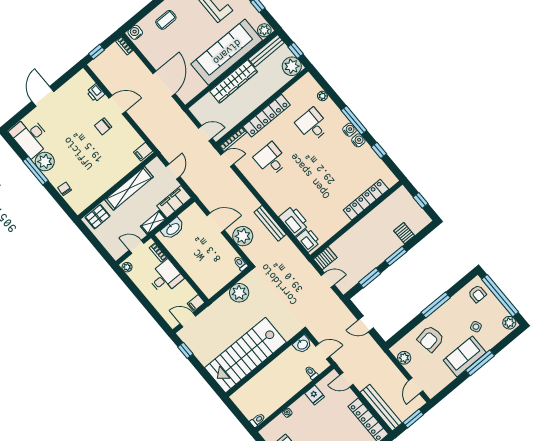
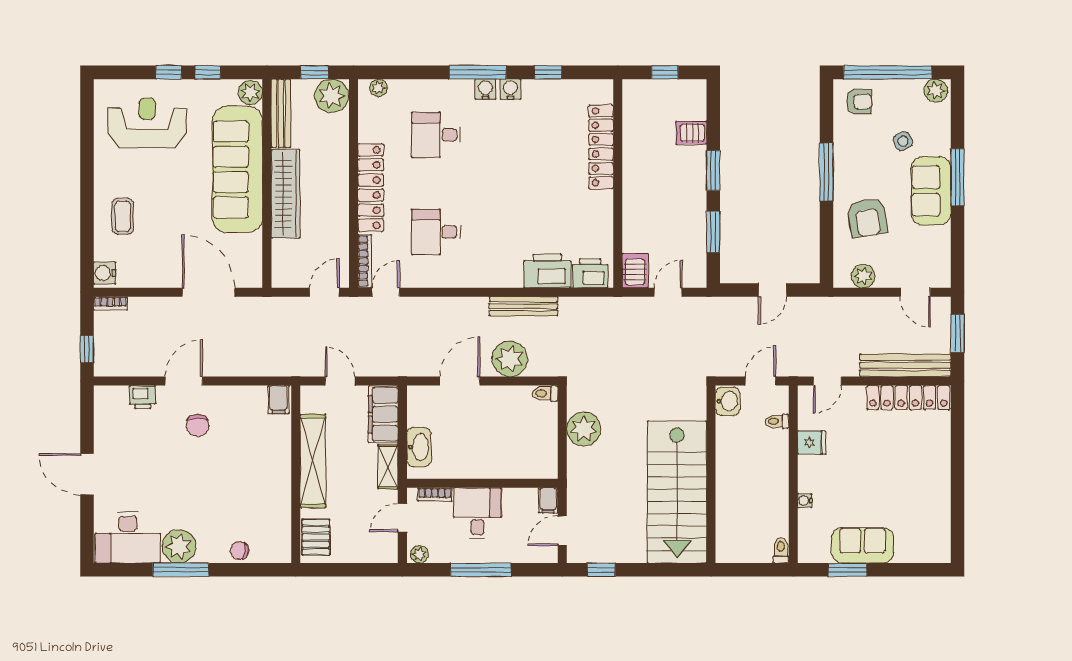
plant: (322, 96) -> (378, 88), moved
window: (142, 299) -> (481, 570), added

